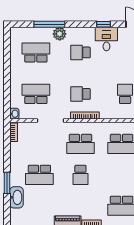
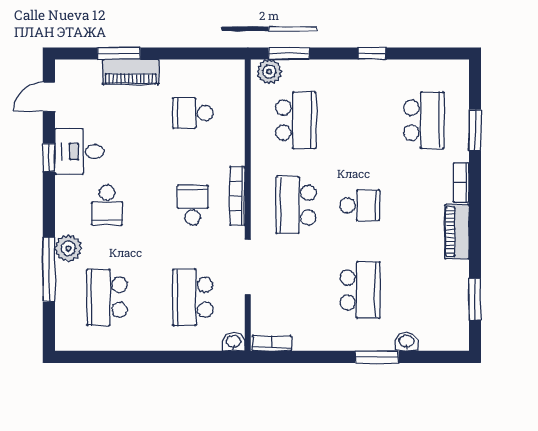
school desk: (80, 94) -> (193, 205), turned 180
school desk: (80, 144) -> (296, 205), turned 180
washbasin: (16, 197) -> (406, 342), width x0.52, depth x0.69

